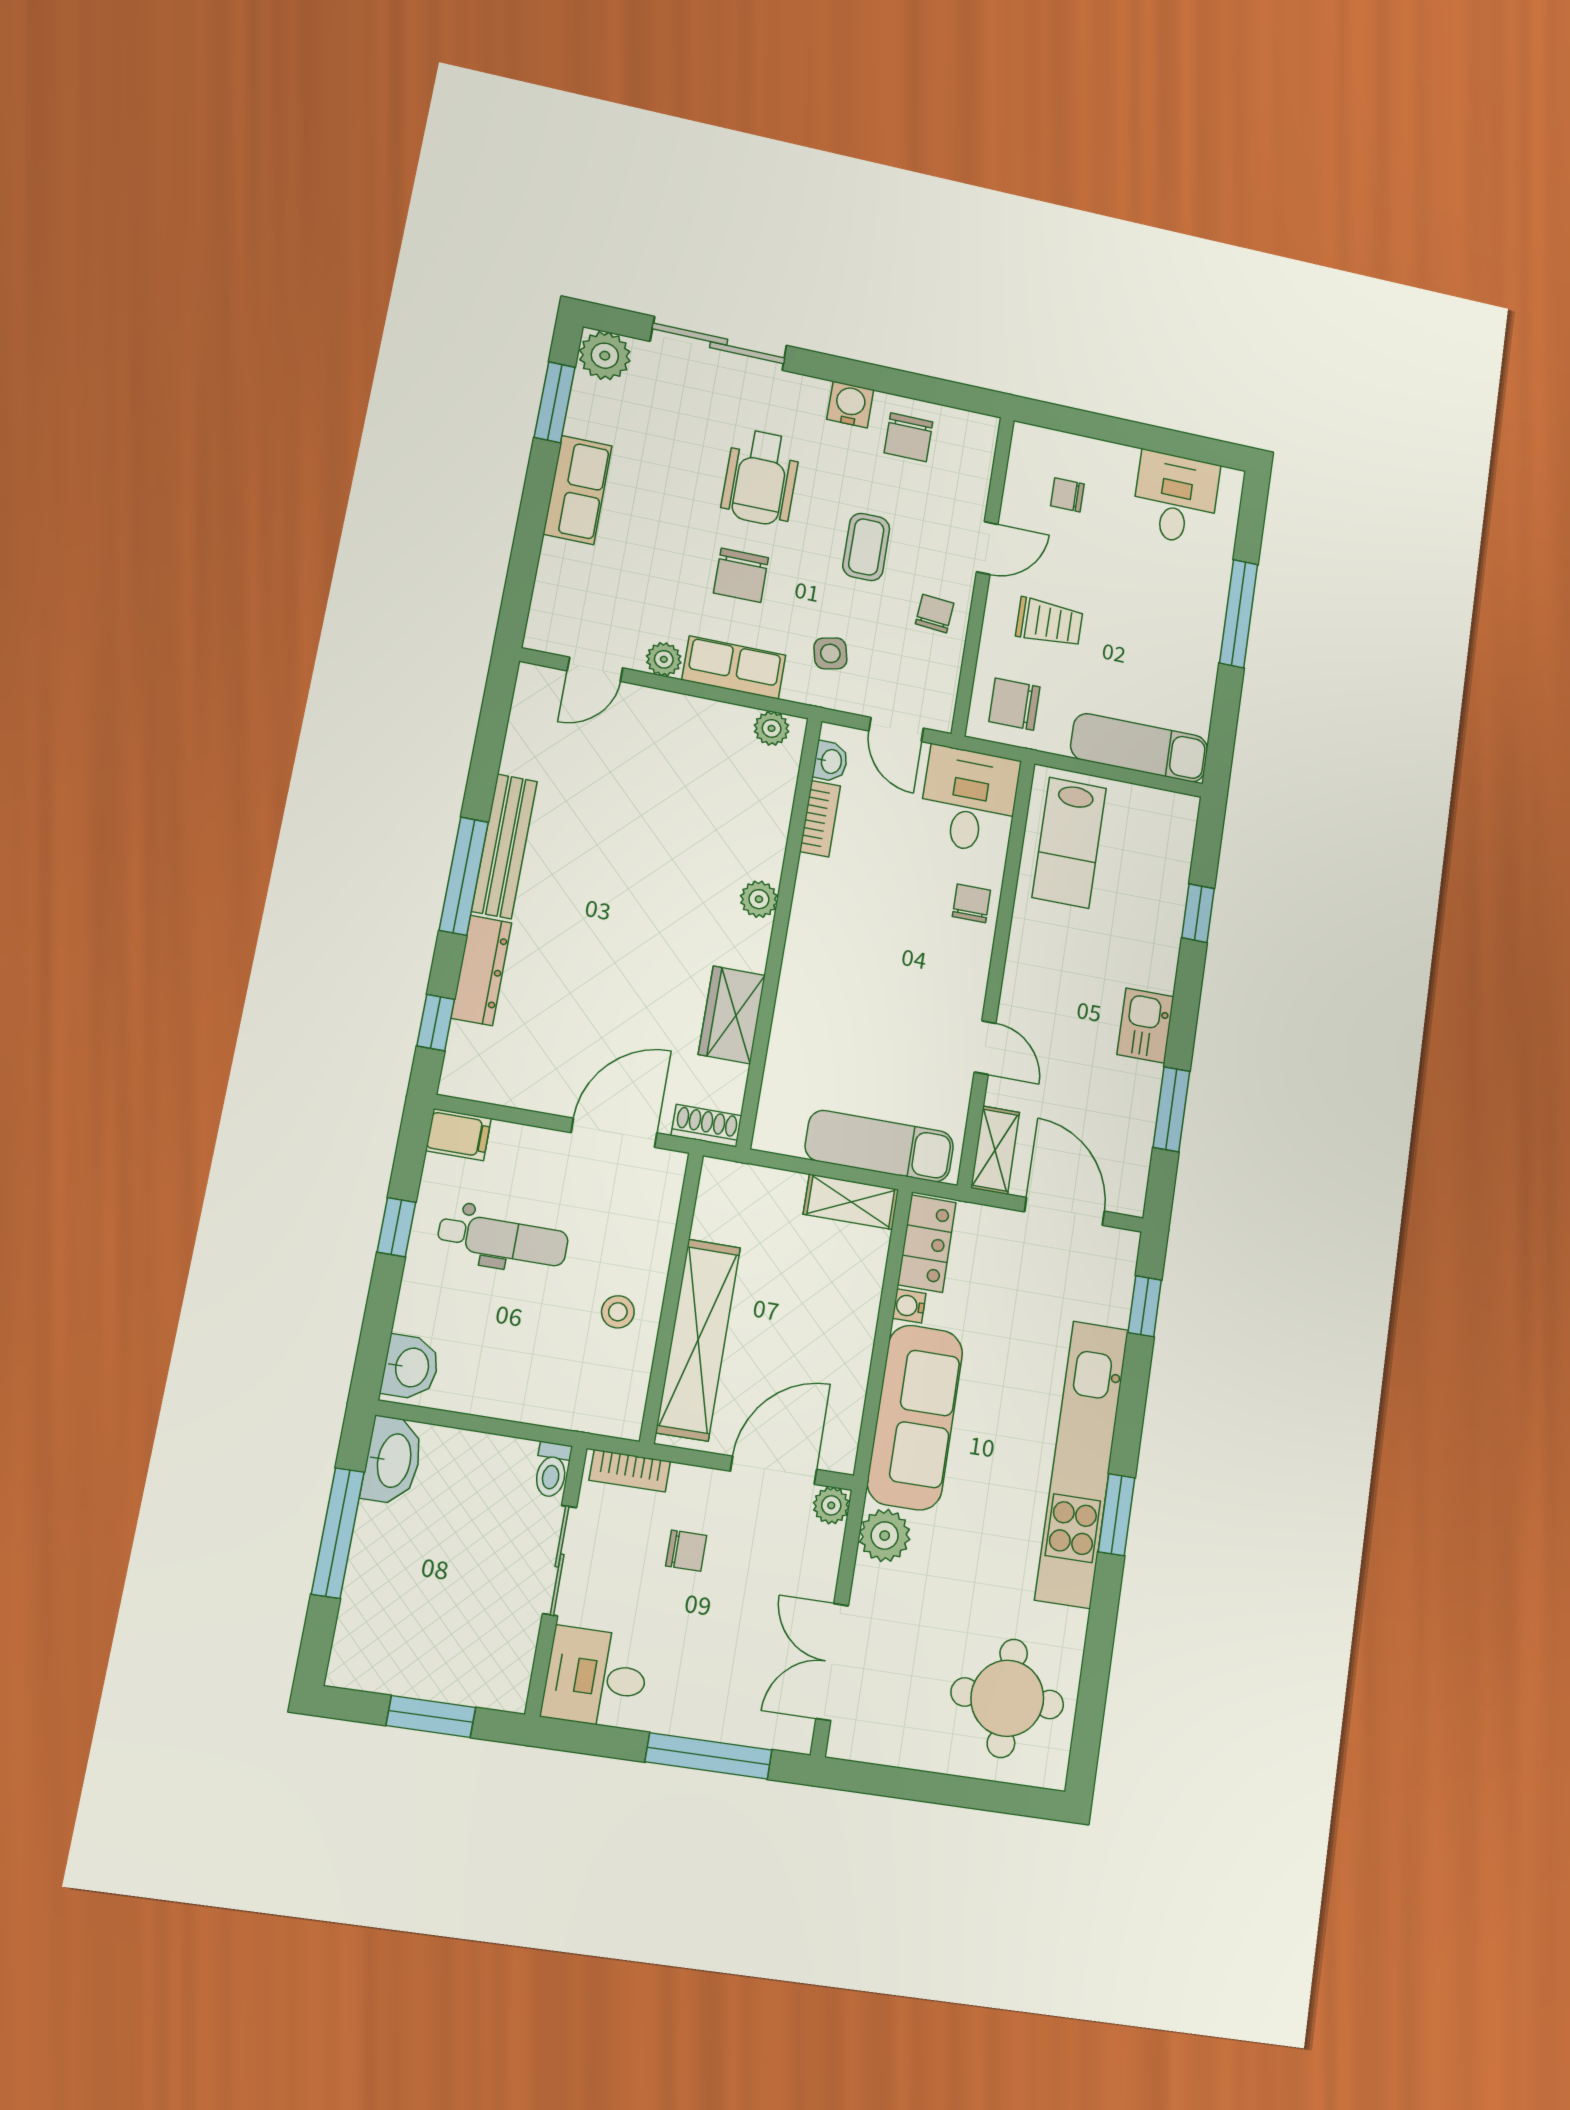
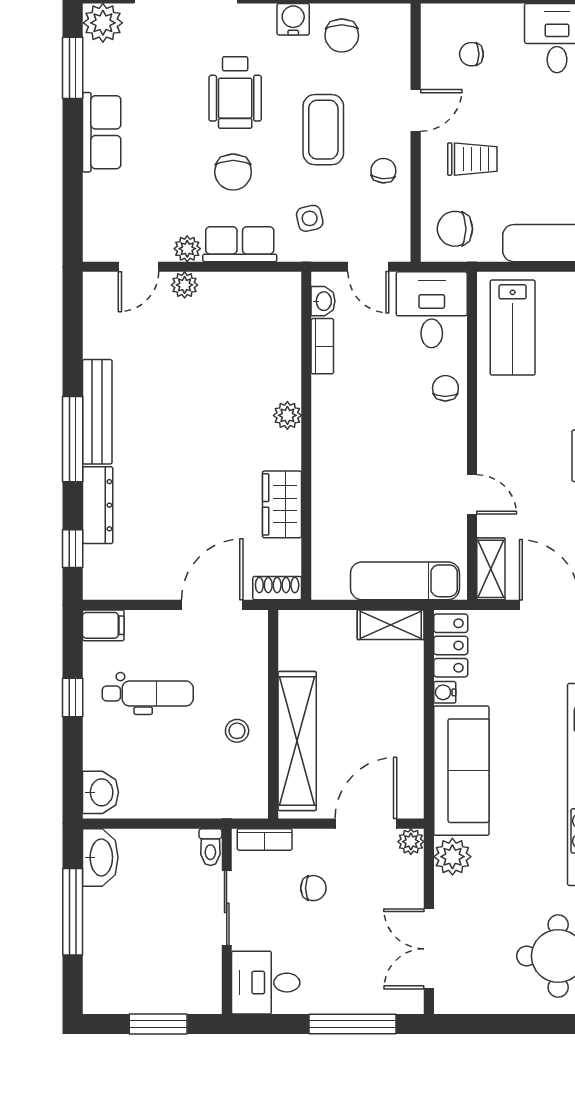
coffee table: (866, 547) -> (323, 130), width x1.36, depth x1.30
plant: (772, 728) -> (185, 285), moved

